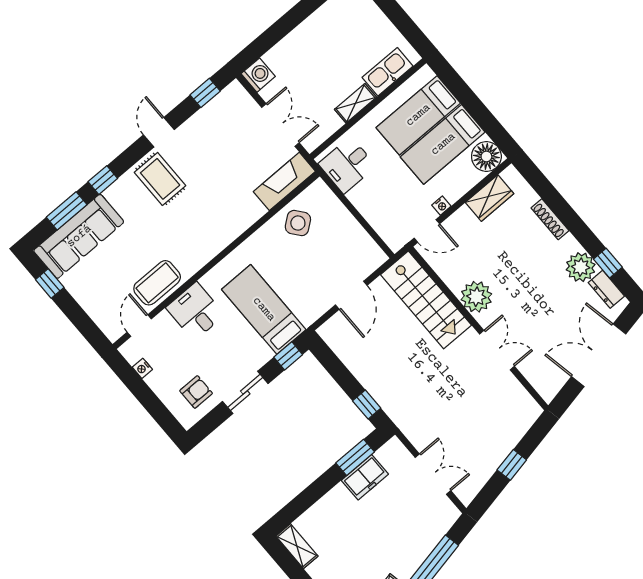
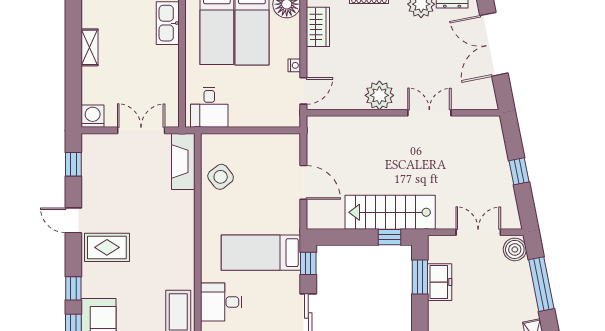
shelving: (355, 103) -> (90, 47), moved
stairs: (426, 300) -> (390, 212), moved, turned 180
boiler: (444, 516) -> (515, 249), added

